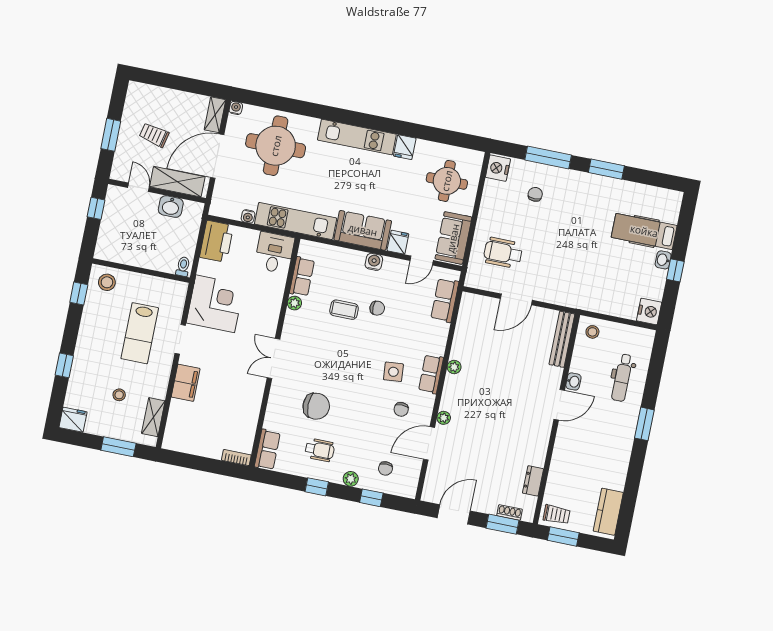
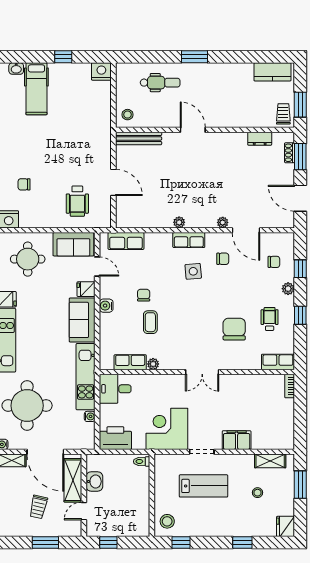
washbasin: (663, 260) -> (16, 69), moved
washbasin: (573, 381) -> (171, 122), removed

